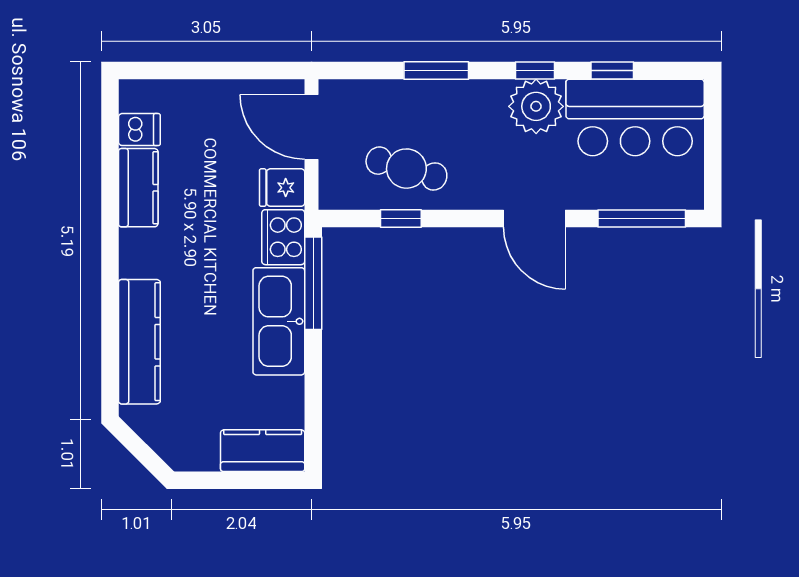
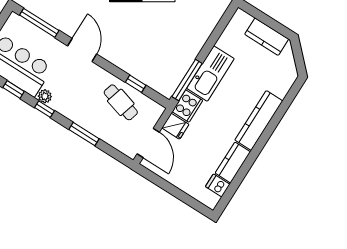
plant: (536, 106) -> (45, 96), width x0.53, depth x0.53
kitchen counter: (139, 342) -> (259, 120), moved
kitchen counter: (263, 451) -> (267, 37), moved

